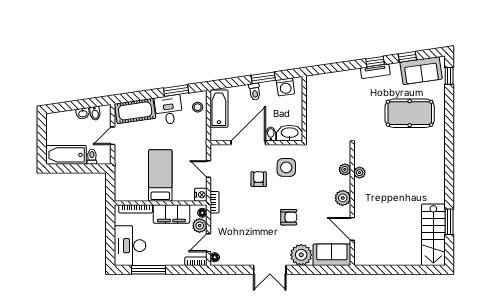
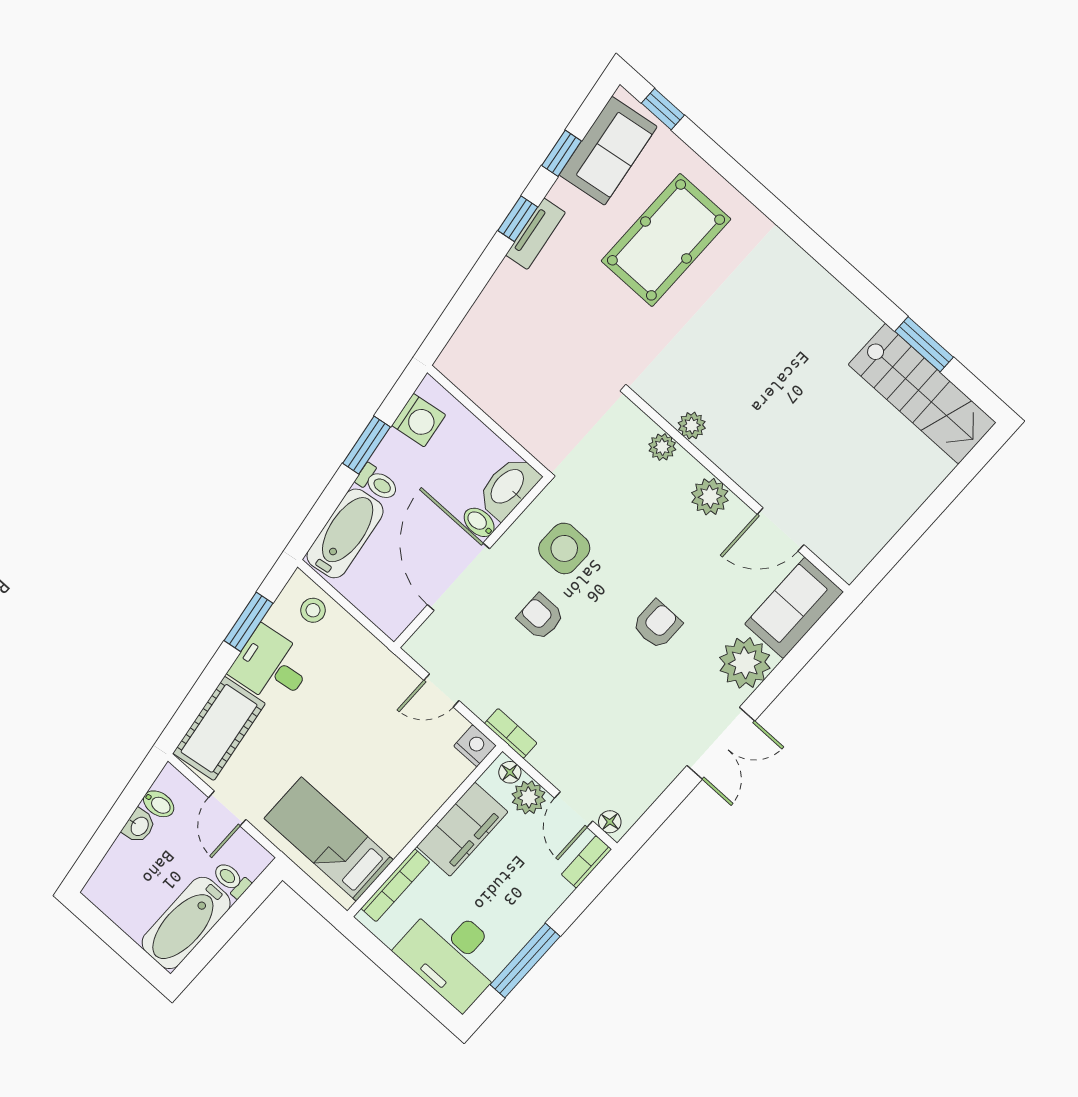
bathtub: (219, 109) -> (345, 533), moved, turned 82
bed: (160, 176) -> (329, 839), moved

